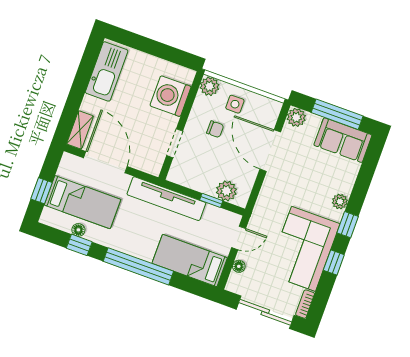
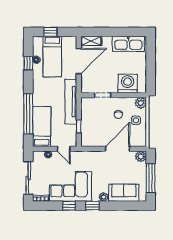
sofa: (343, 140) -> (124, 193), moved, turned 90
plant: (226, 191) -> (87, 133), removed
window: (138, 266) -> (28, 114), moved

